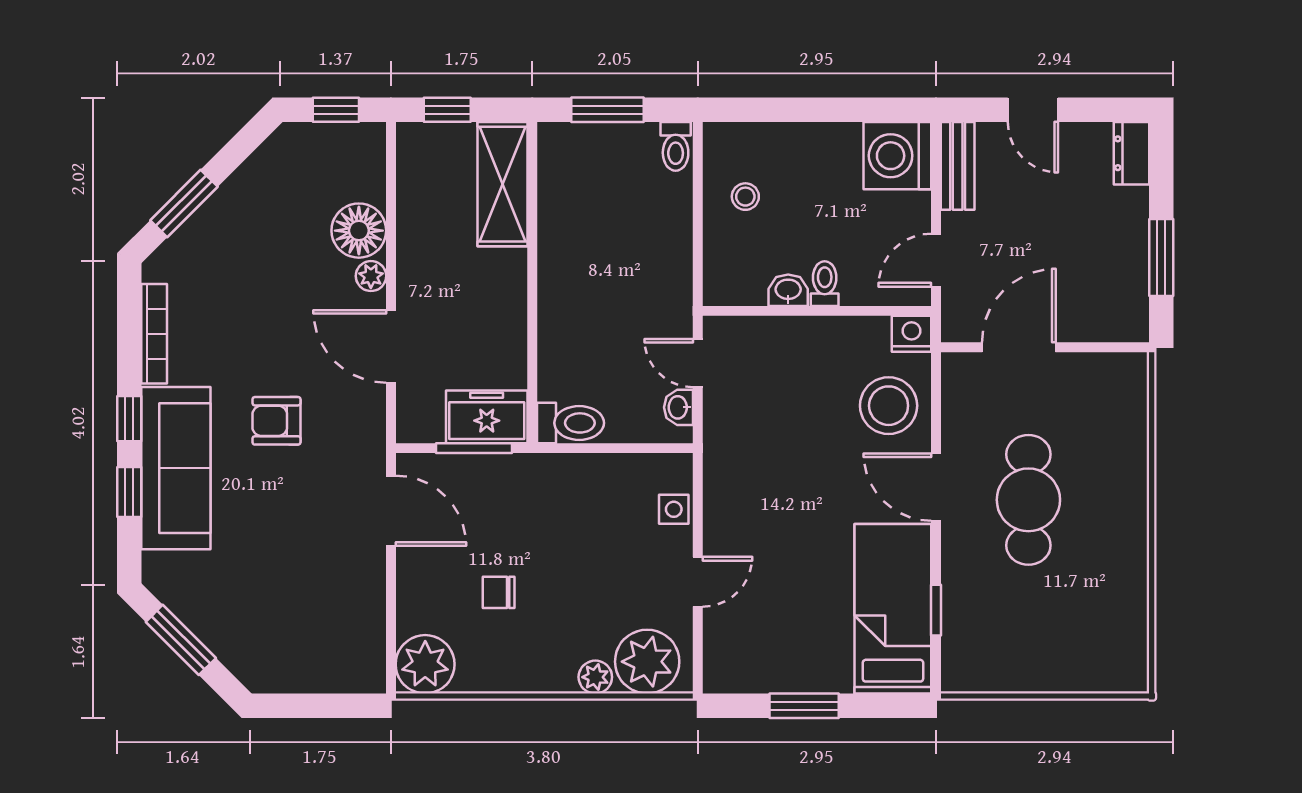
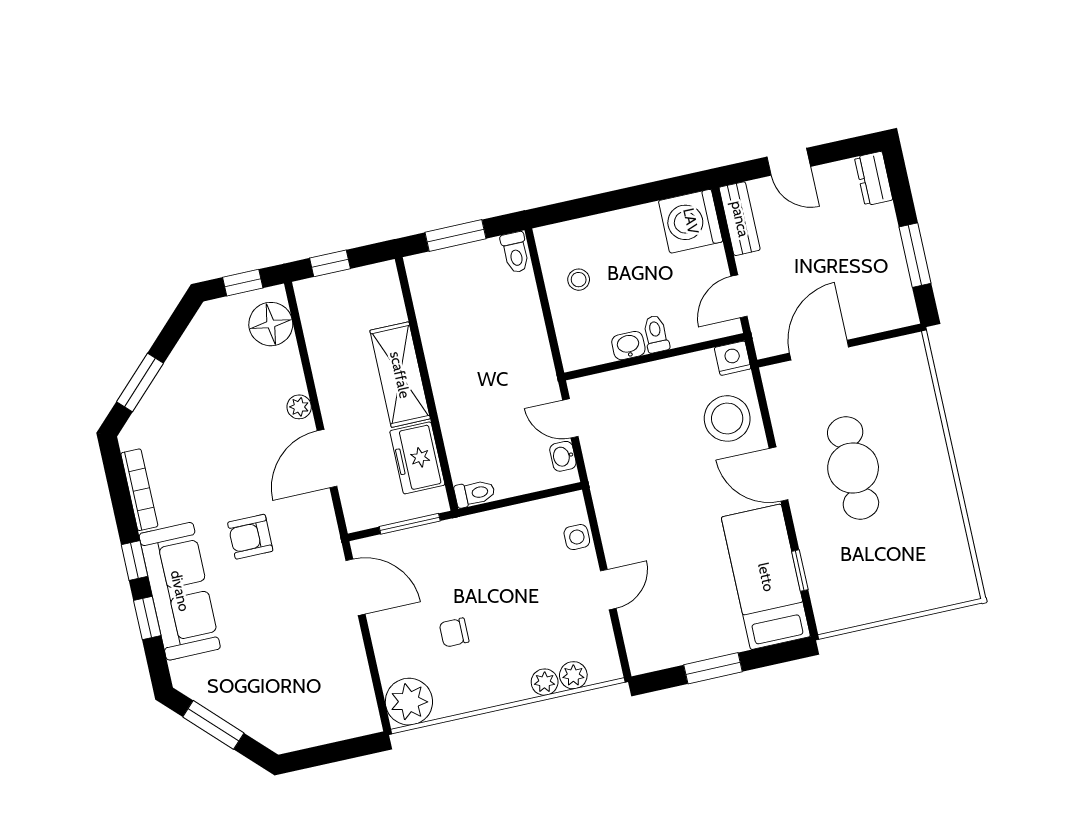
shelving: (503, 184) -> (400, 375), moved
floor lamp: (359, 231) -> (271, 324), moved
door: (391, 346) -> (327, 459), hinge flipped
freezer: (487, 417) -> (417, 458), moved, turned -90
toilet: (571, 423) -> (475, 493), width x0.73, depth x0.72
plant: (647, 662) -> (573, 675), width x0.53, depth x0.53

